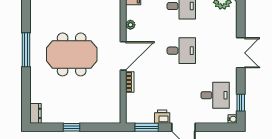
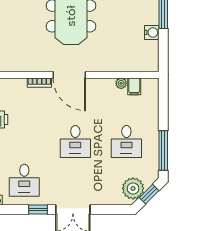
plant: (130, 25) -> (121, 83), moved
window: (241, 103) -> (38, 209), moved

